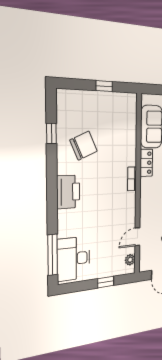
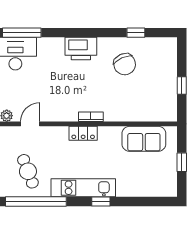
locker: (146, 163) -> (83, 133), moved
door: (137, 237) -> (30, 124), hinge flipped

